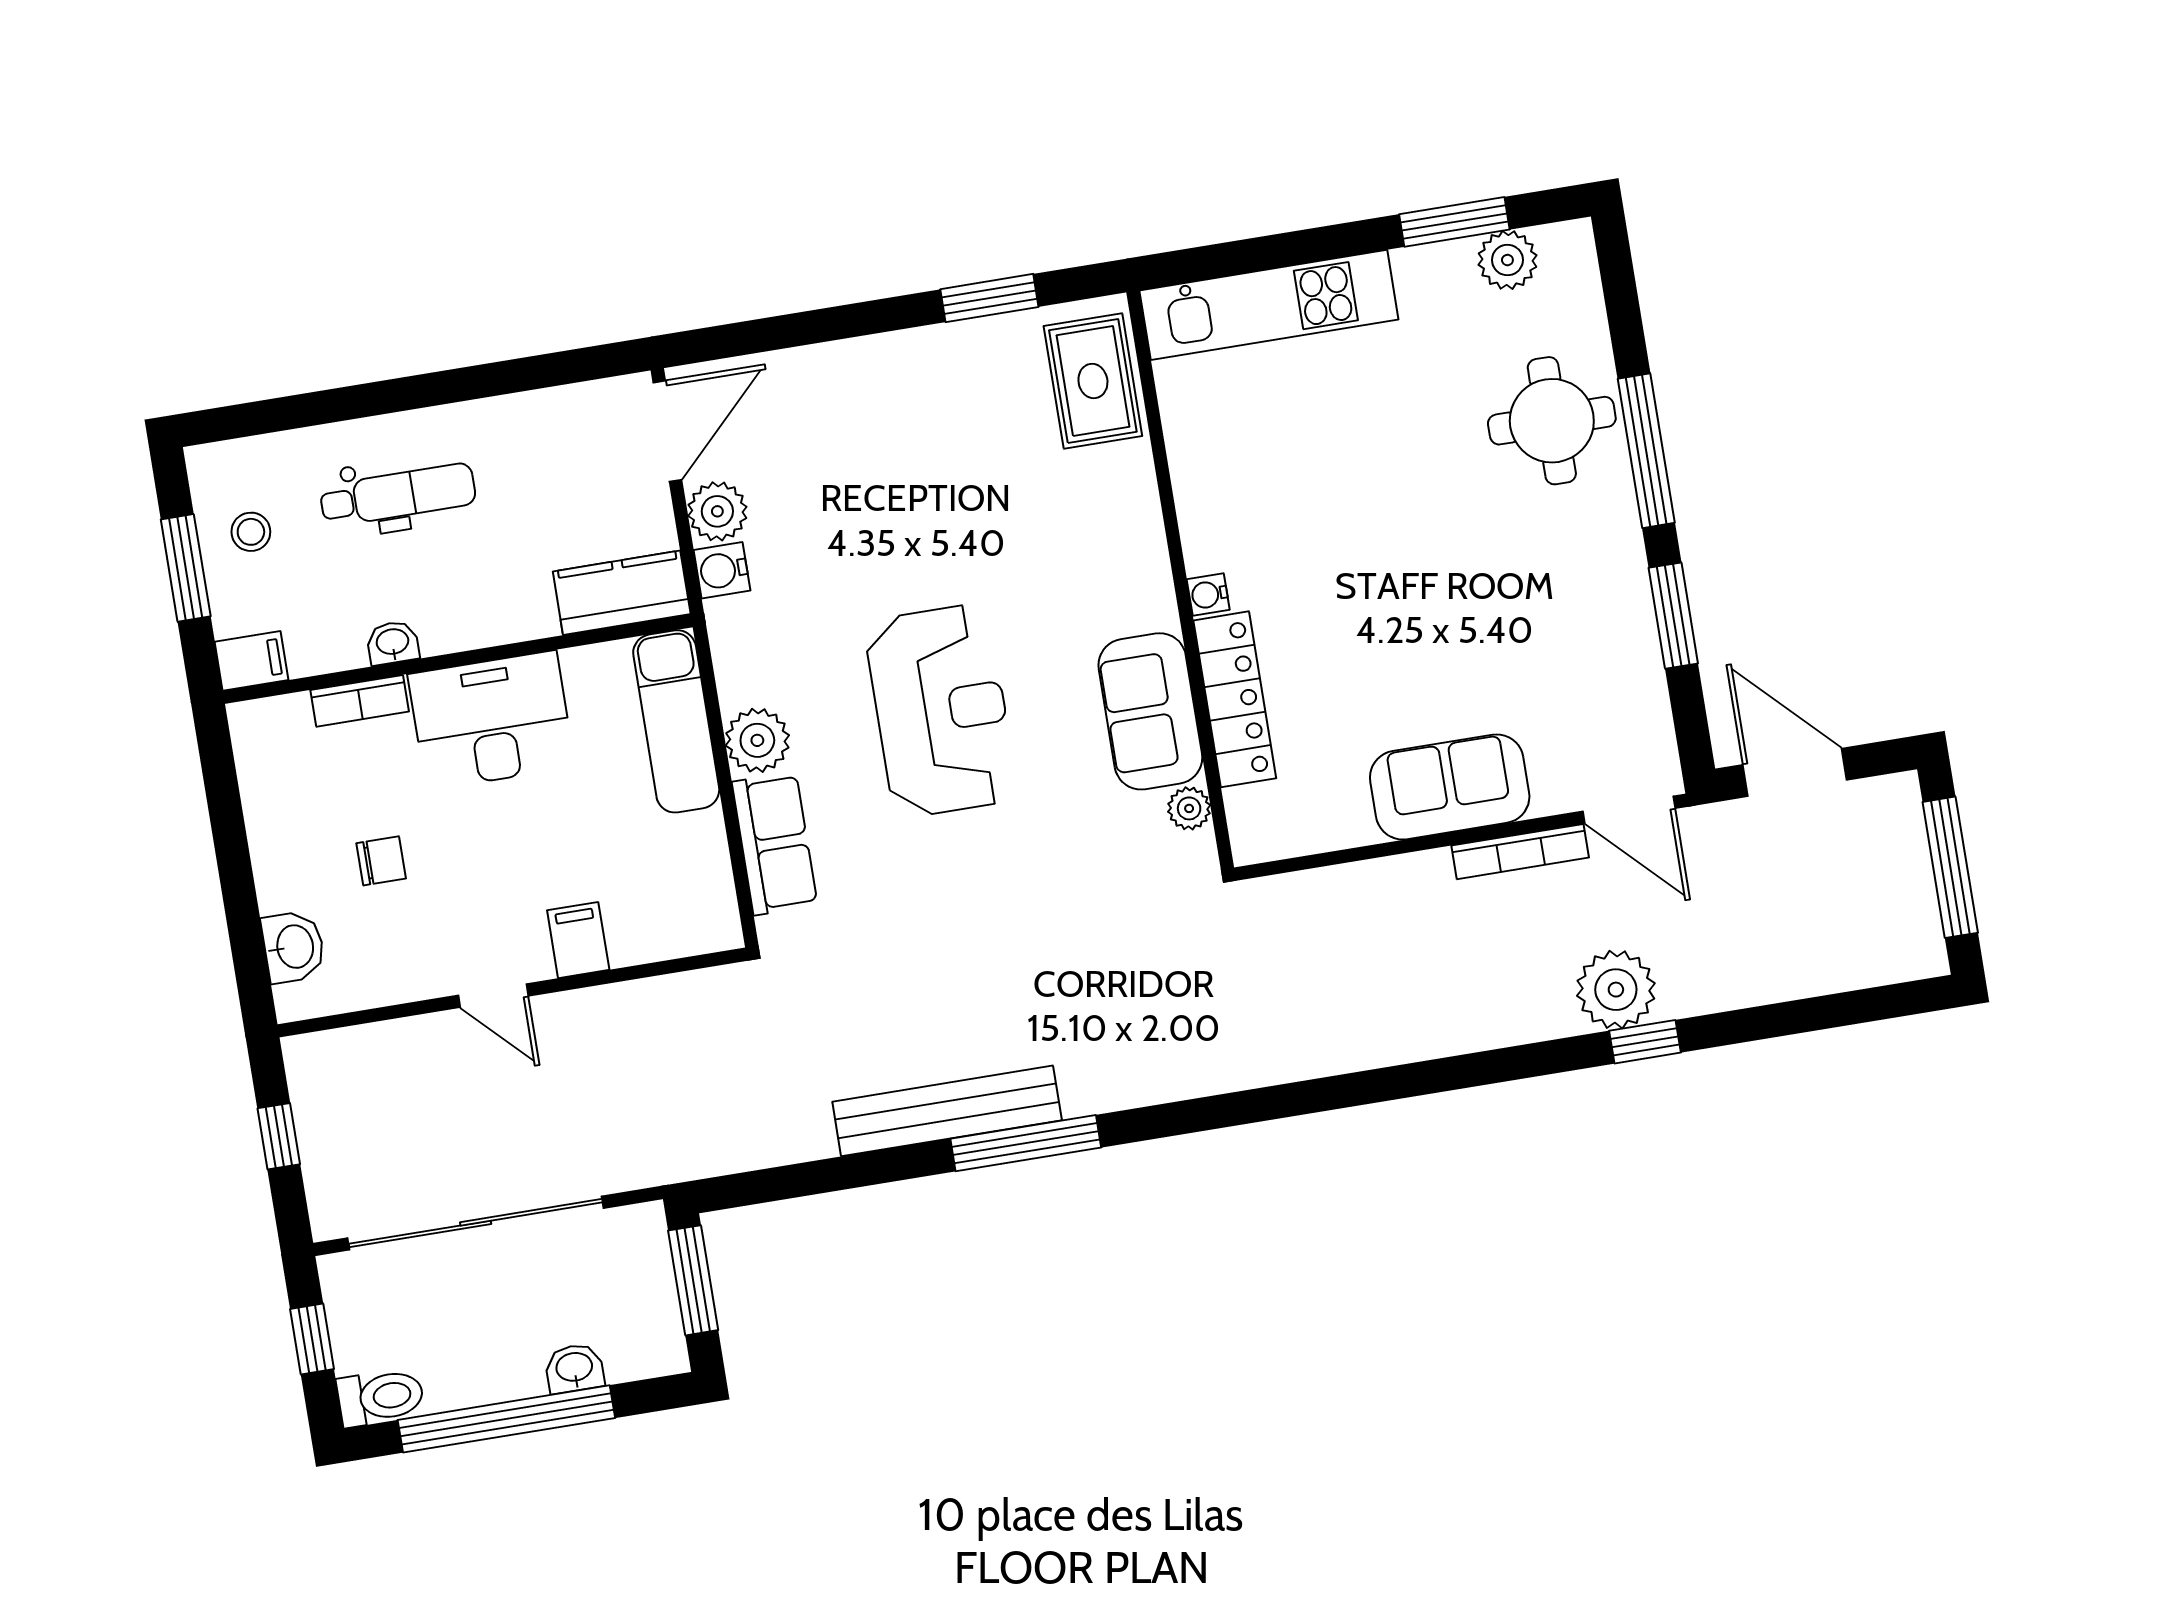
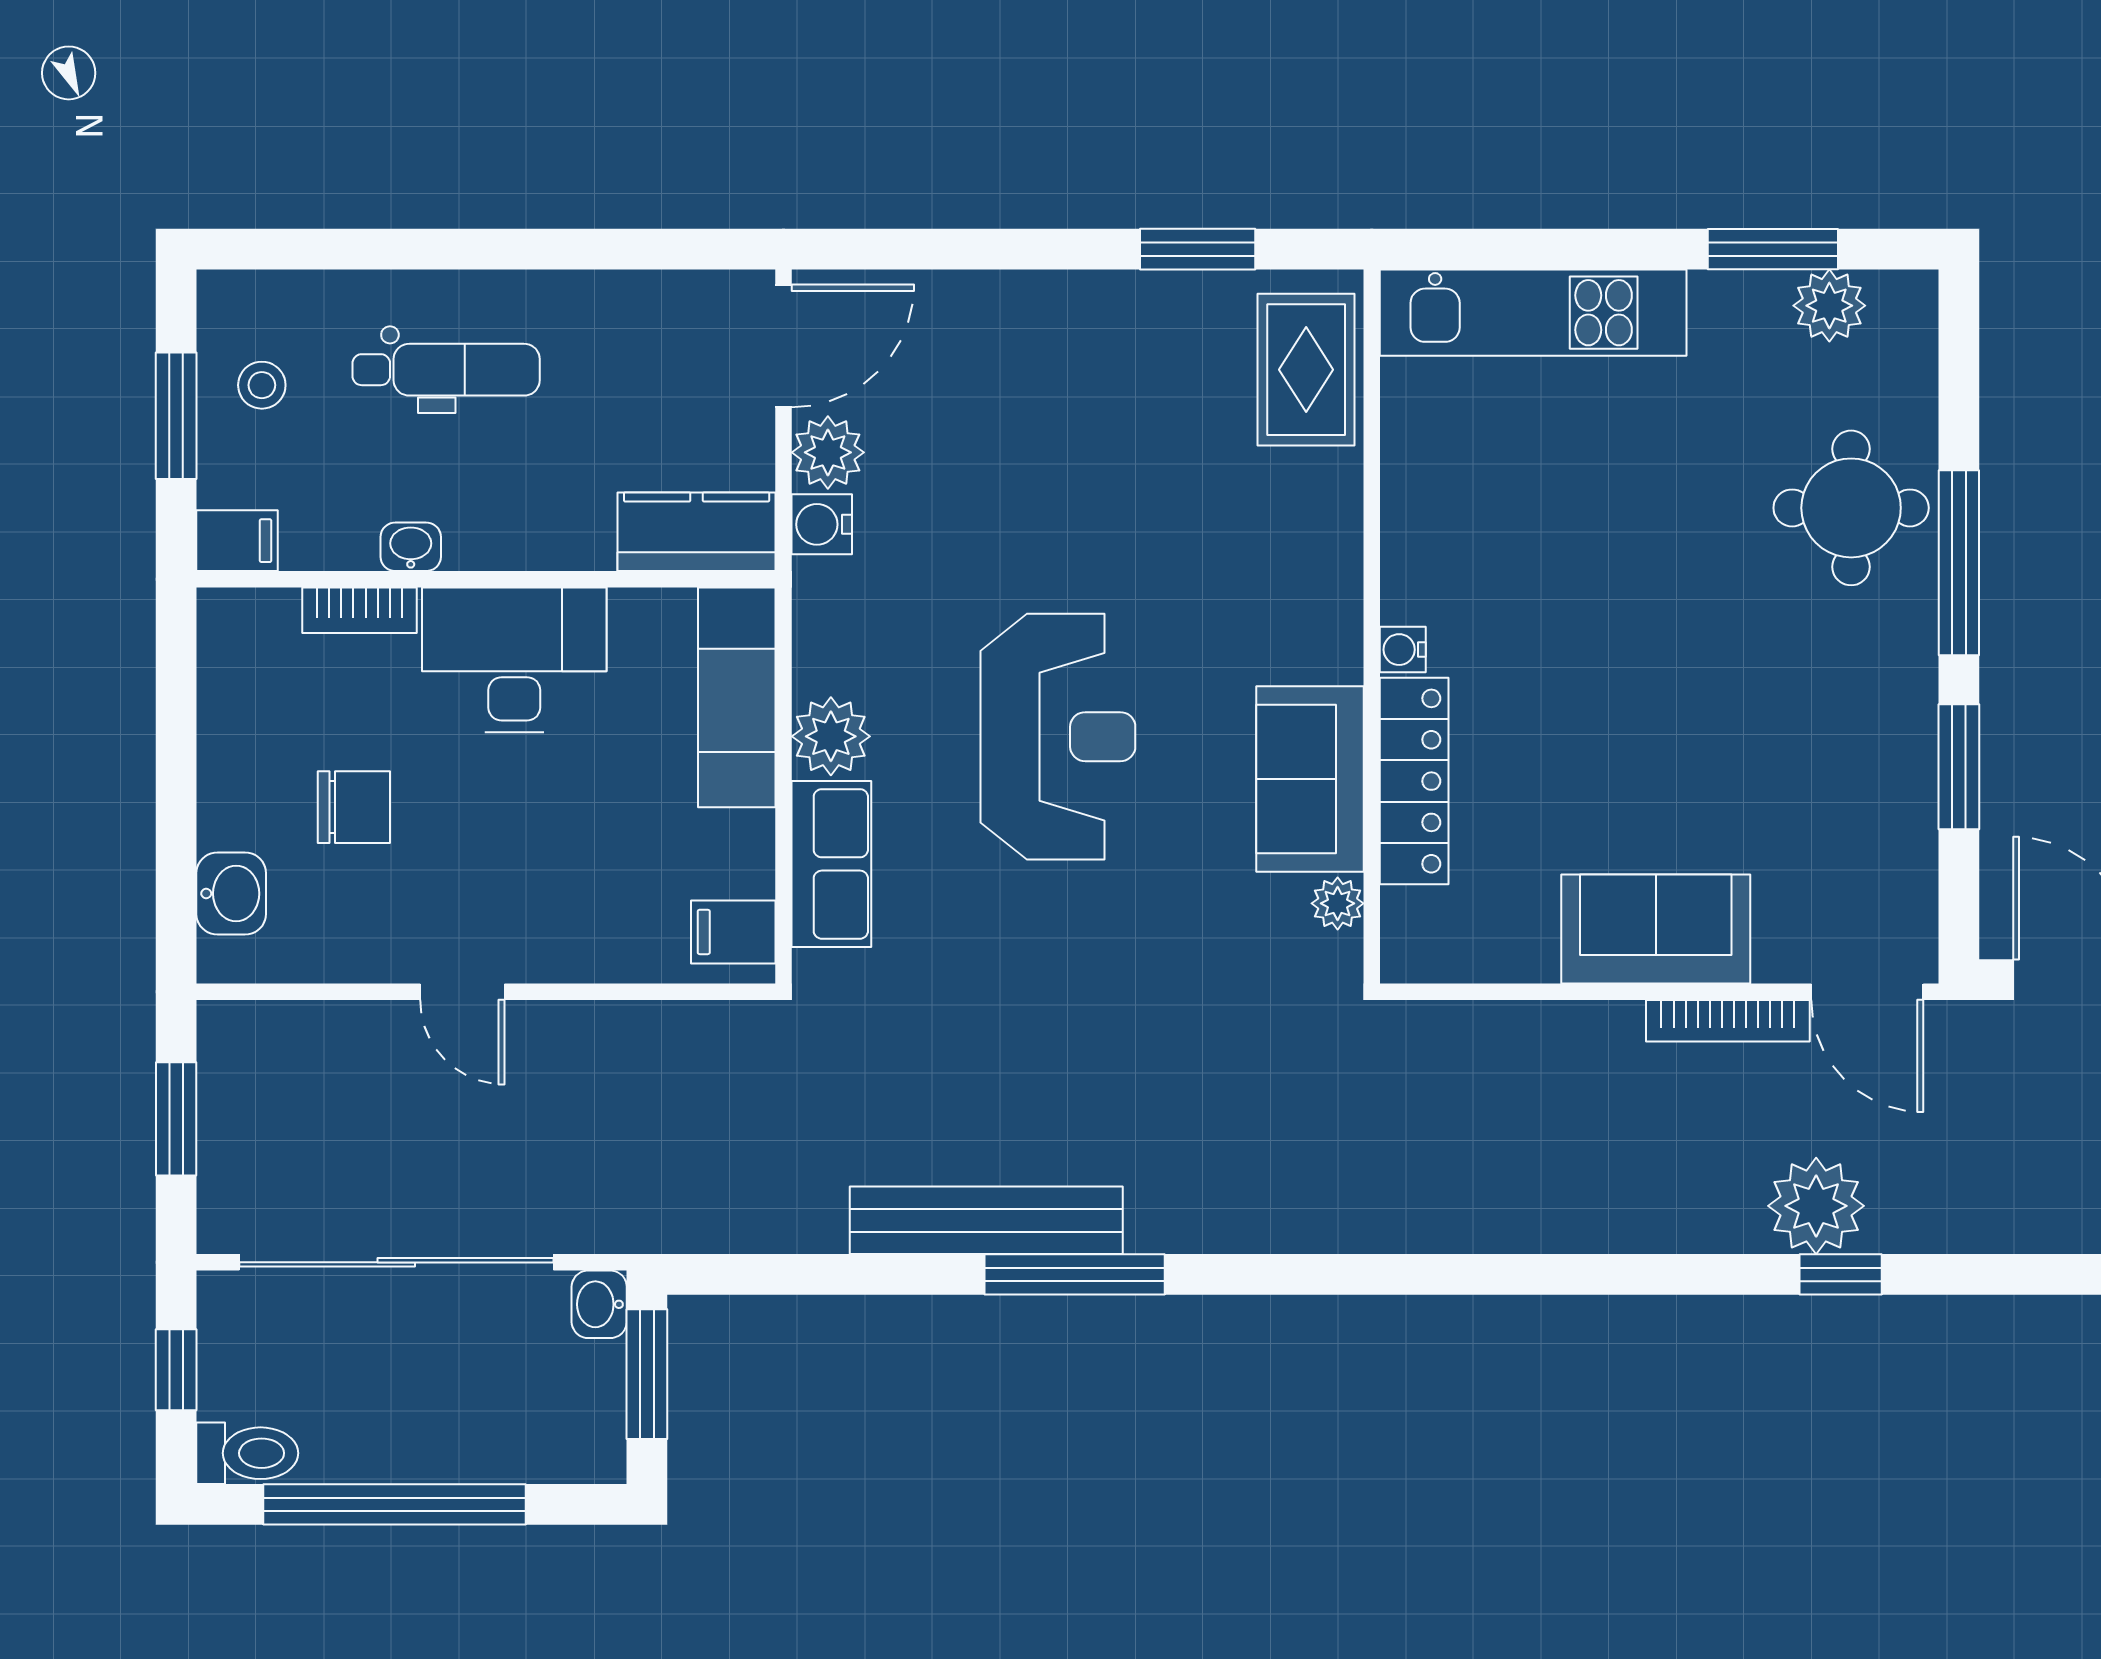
chair: (381, 861) -> (354, 807), width x1.37, depth x1.37
filing cabinet: (578, 940) -> (733, 932), moved, turned -90
window: (279, 1136) -> (176, 1119), width x1.50
washbasin: (574, 1368) -> (599, 1304), moved, turned -90

